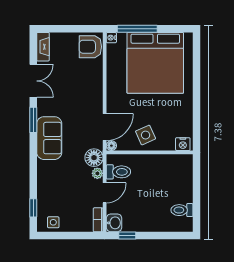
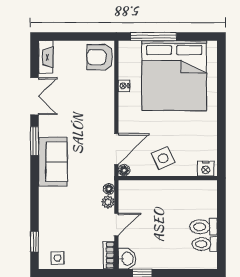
nightstand: (111, 38) -> (124, 86), moved
floor lamp: (94, 158) -> (109, 189), width x0.53, depth x0.53
toilet: (118, 172) -> (203, 227), moved, turned 180

